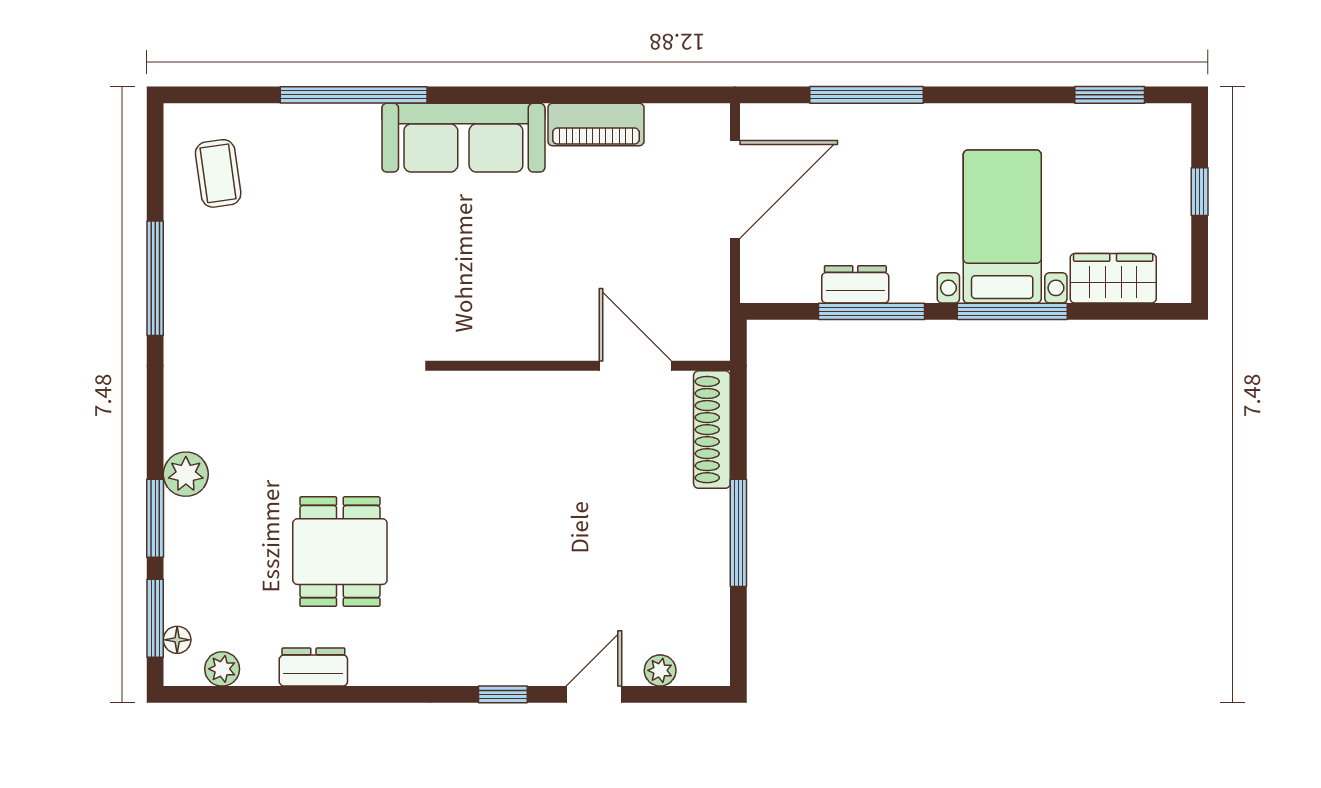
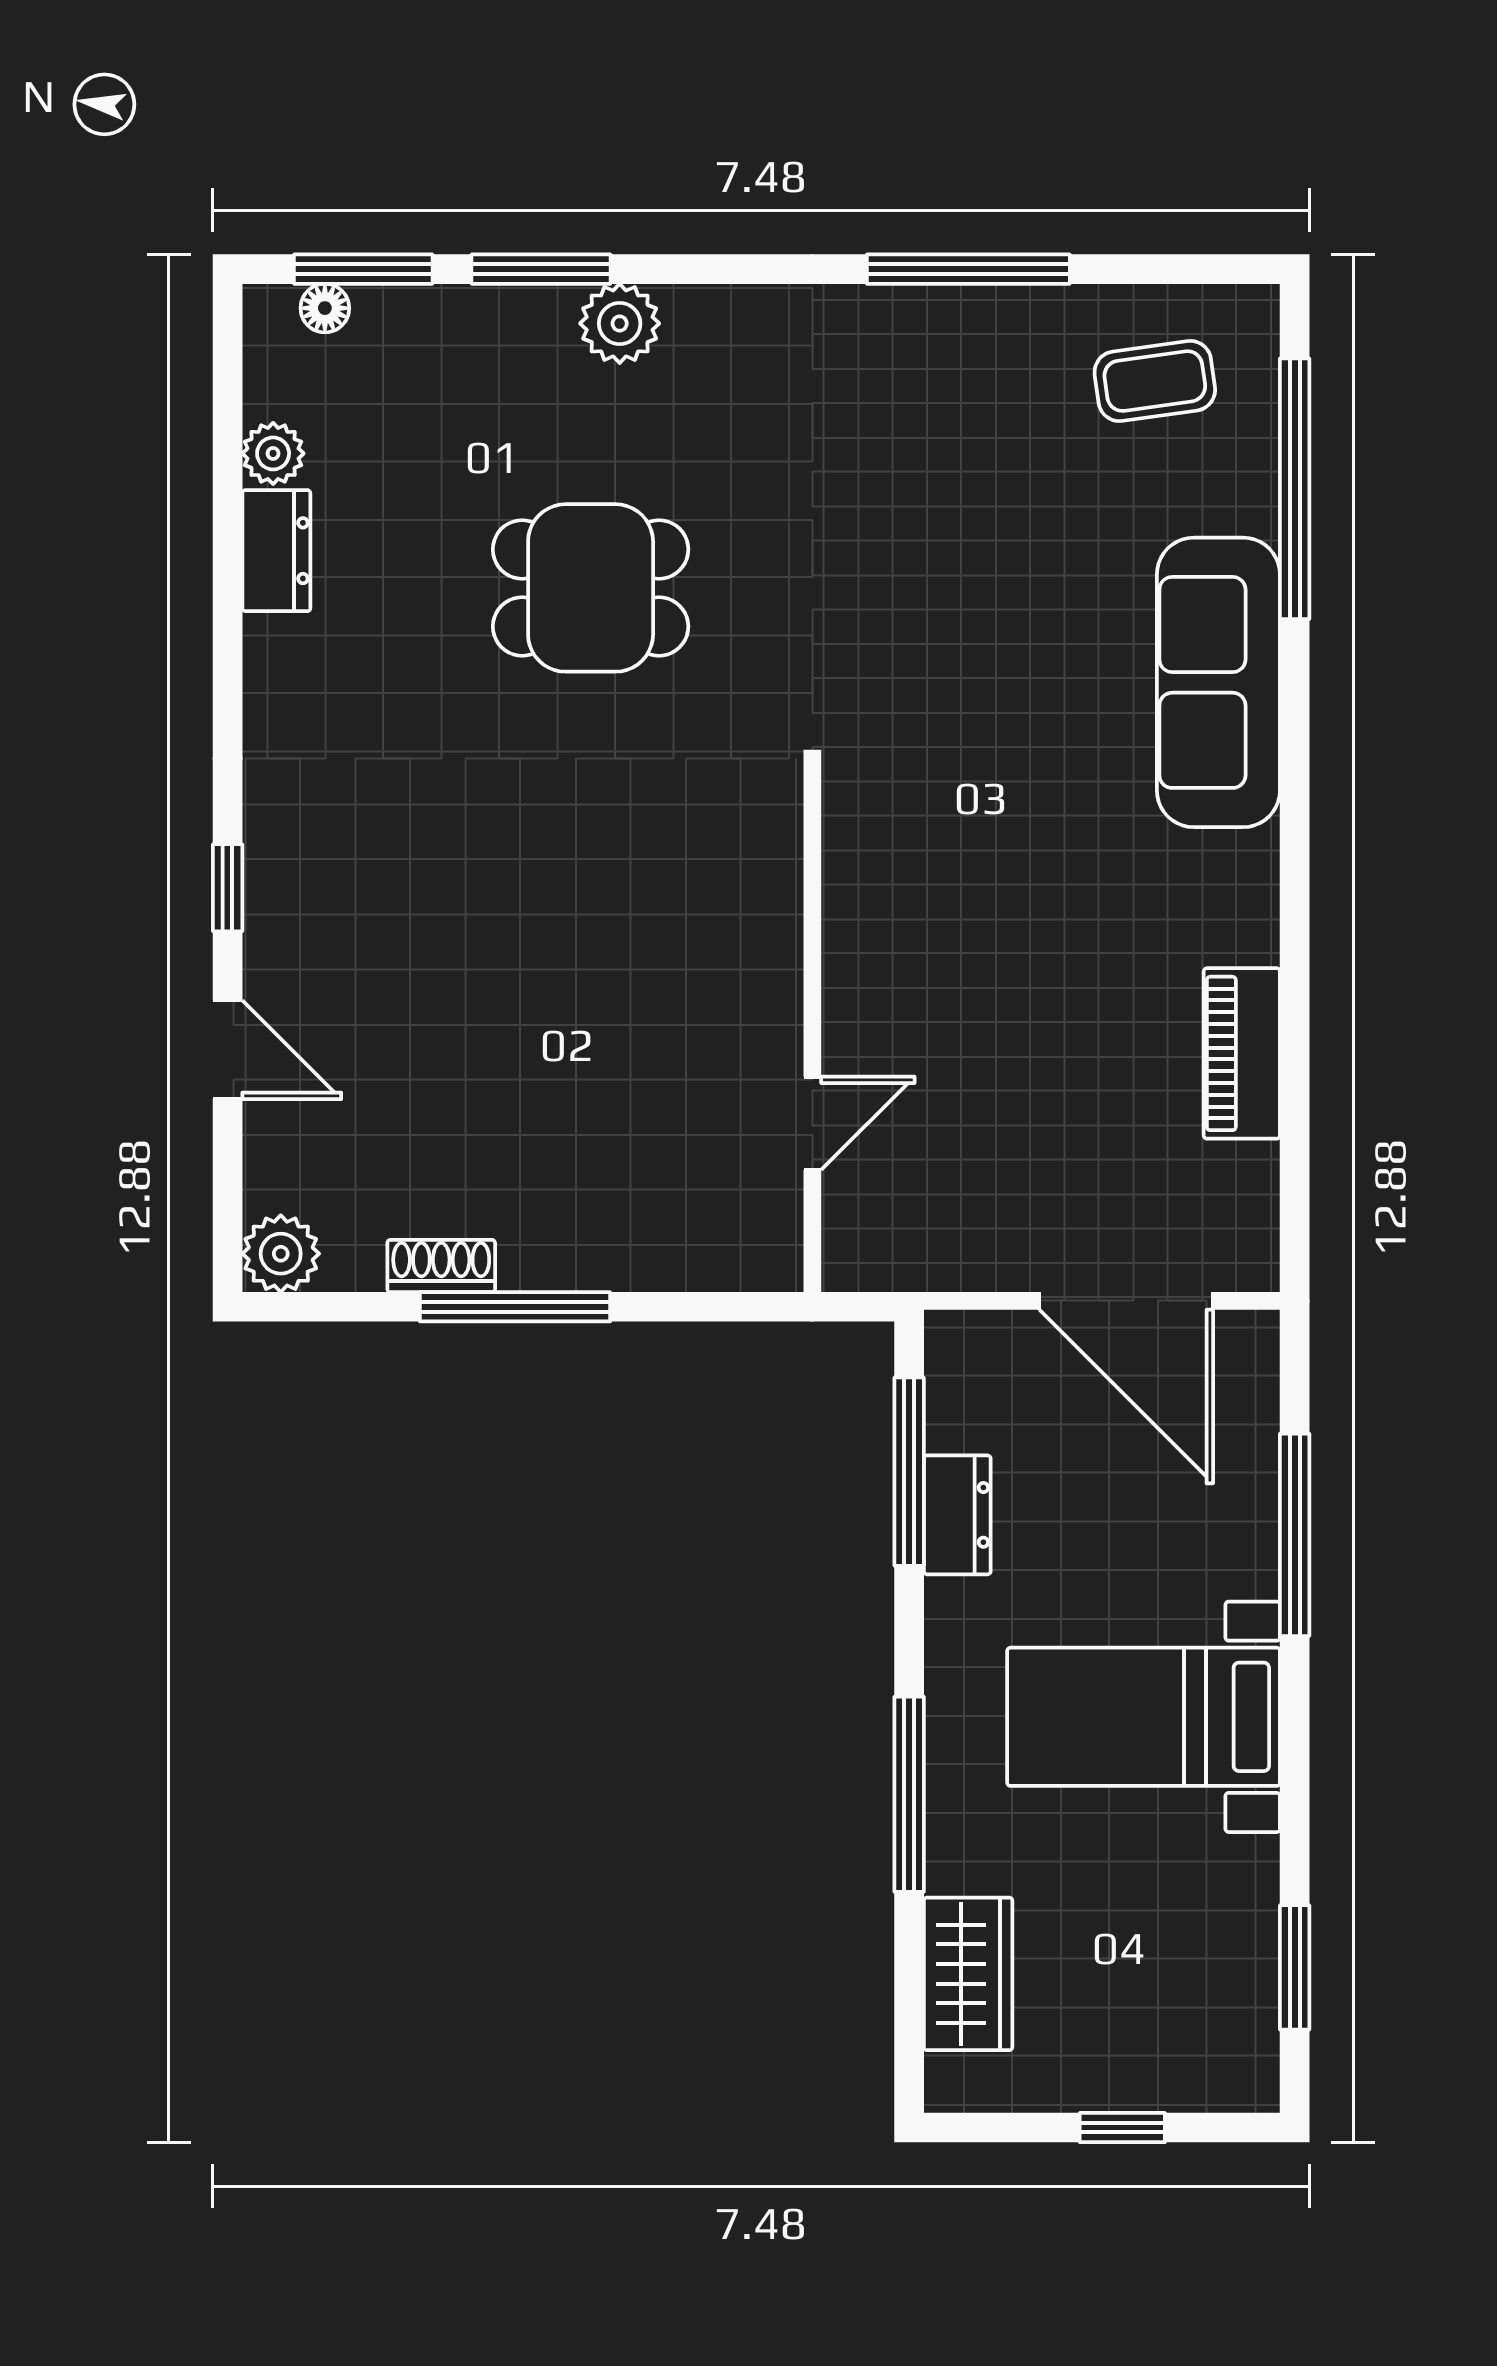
window: (354, 95) -> (1295, 489), moved
sofa: (463, 138) -> (1218, 682), moved
bed with nightstands: (1002, 227) -> (1144, 1717), moved, turned 180
window: (871, 311) -> (909, 1472), moved
door: (635, 366) -> (812, 1123), width x0.73
shoe rack: (712, 430) -> (441, 1266), moved, width x0.51, depth x0.81
dining table: (340, 552) -> (591, 588), moved
plant: (222, 669) -> (273, 453), moved
plant: (660, 670) -> (281, 1254), moved, width x1.38, depth x1.38

